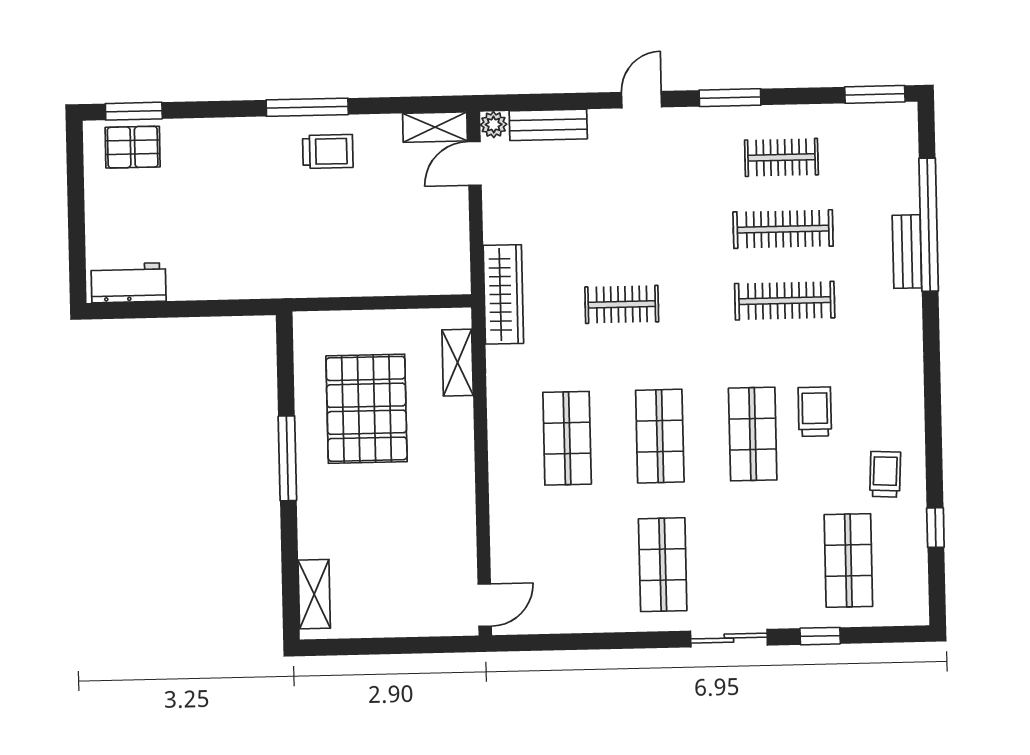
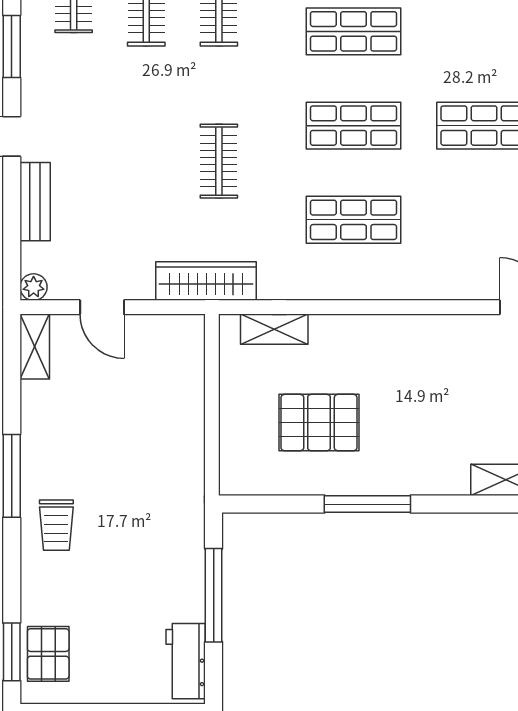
bench: (548, 125) -> (35, 202), moved
trolley: (328, 151) -> (56, 525), moved, turned 180
door: (475, 163) -> (102, 307), moved
window: (194, 309) -> (214, 595), added
pallet: (367, 409) -> (319, 423), width x0.73, depth x0.71

